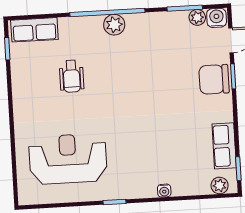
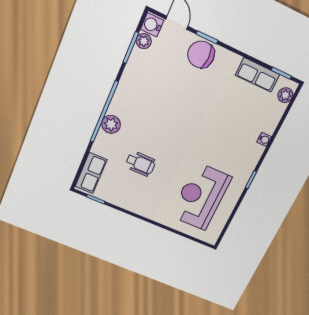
plant: (114, 25) -> (111, 124), moved
chair: (214, 79) -> (201, 55), turned 90

